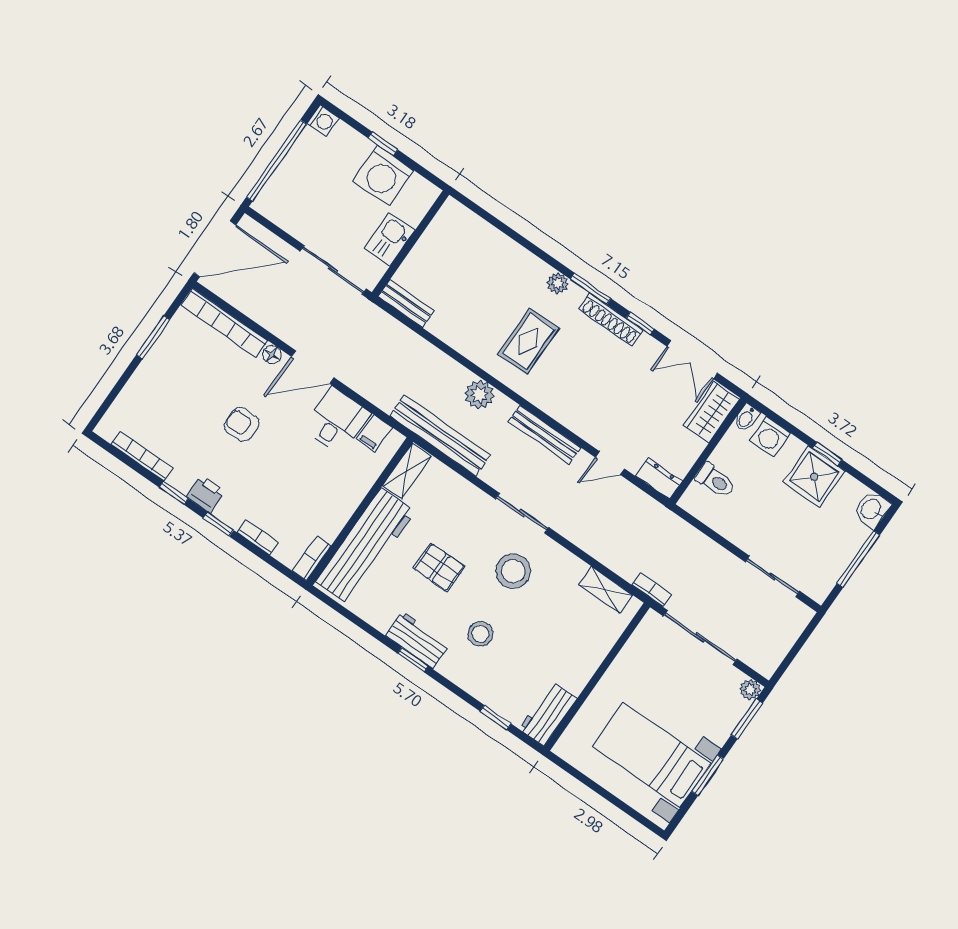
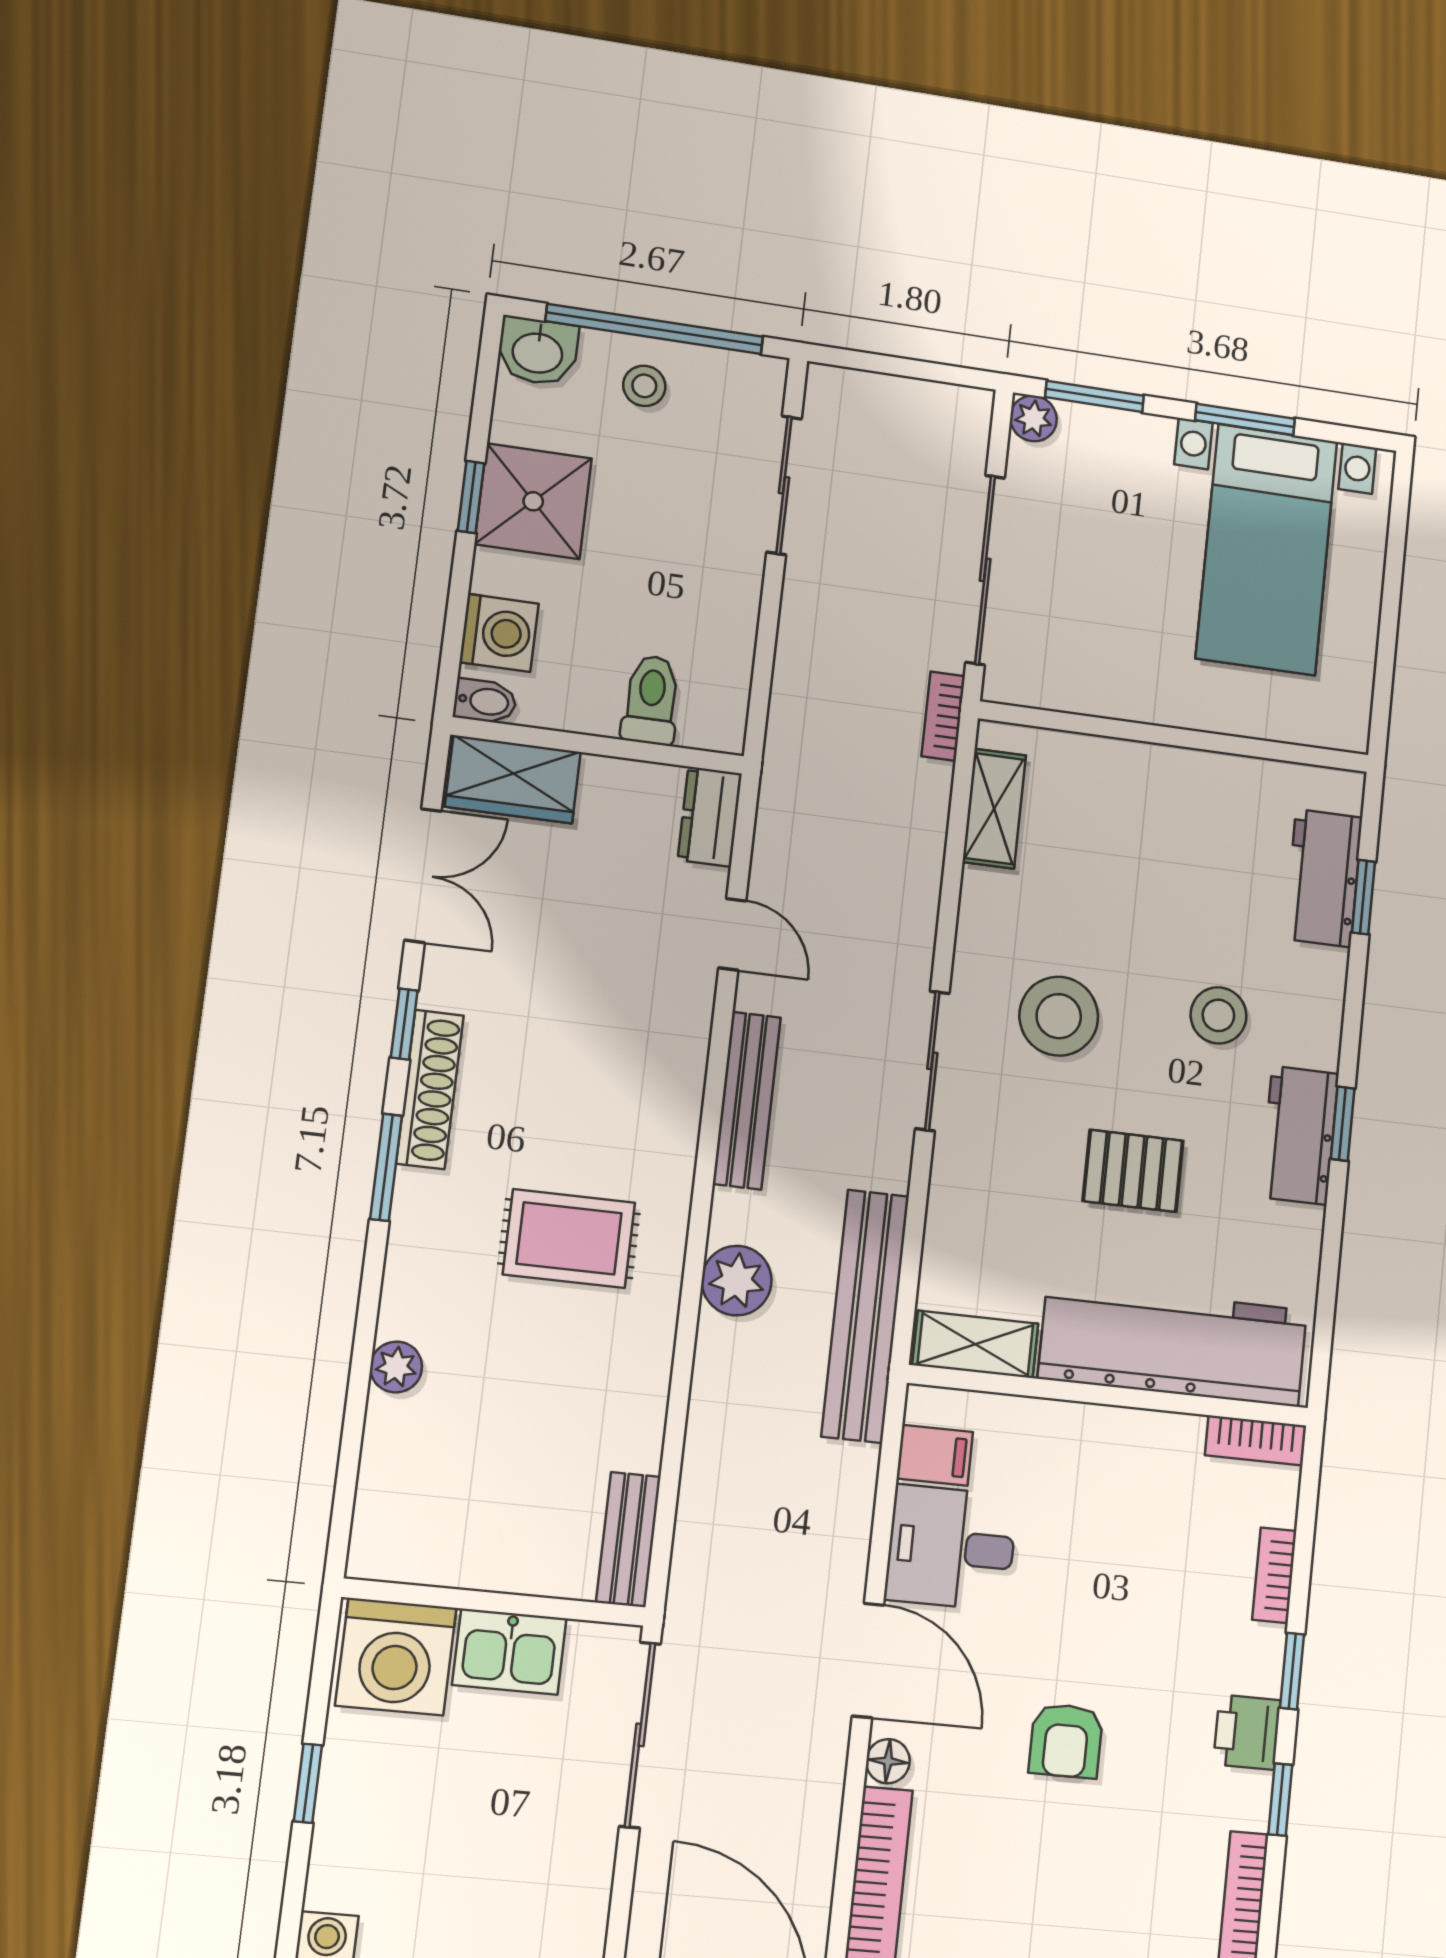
washing machine: (383, 176) -> (396, 1657), moved, turned 90
plant: (558, 283) -> (396, 1367), moved
stool: (838, 543) -> (644, 386), added
window: (858, 559) -> (654, 329), width x1.46
pallet: (439, 567) -> (1133, 1171), turned 90
workbench: (548, 714) -> (1323, 878), moved, turned 90

